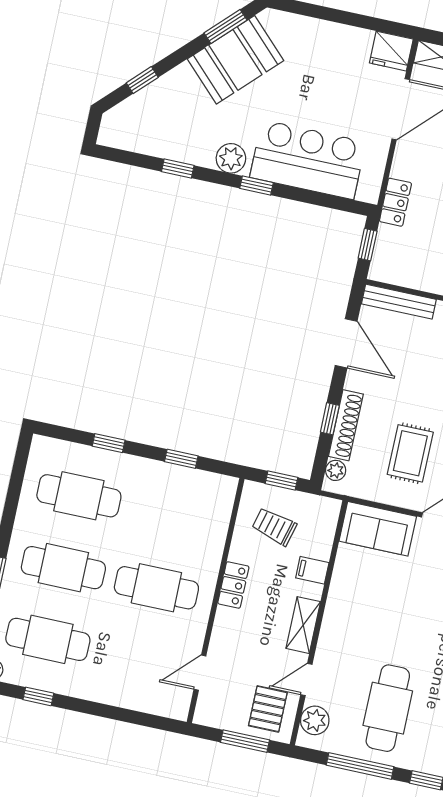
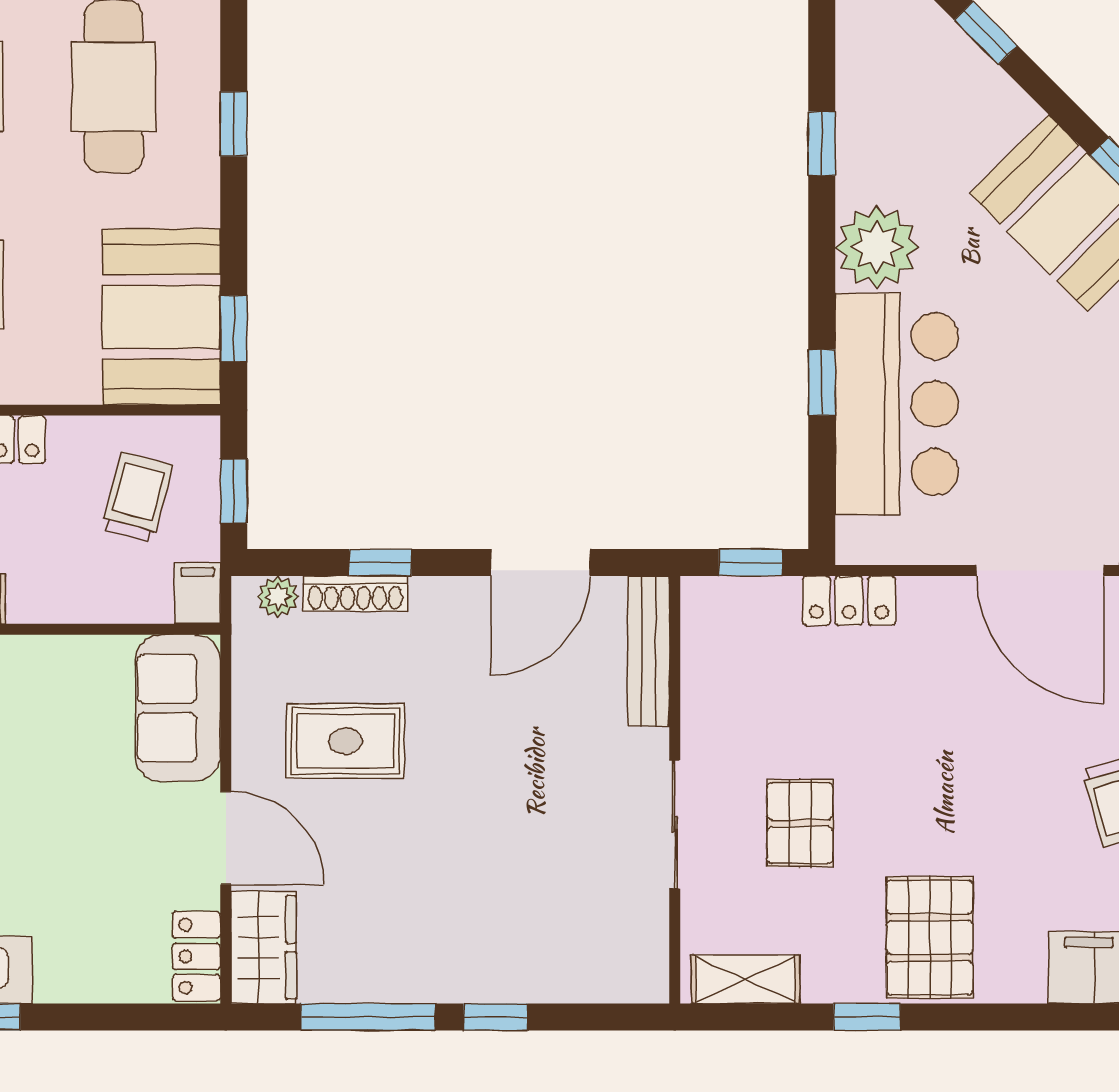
plant: (231, 158) -> (877, 247), width x1.36, depth x1.36
window: (256, 186) -> (822, 383), moved
shoe rack: (346, 425) -> (355, 594), width x0.74, depth x0.81
window: (181, 459) -> (234, 329), moved
booth: (192, 497) -> (161, 317), added
filing cabinet: (312, 570) -> (197, 593), moved

